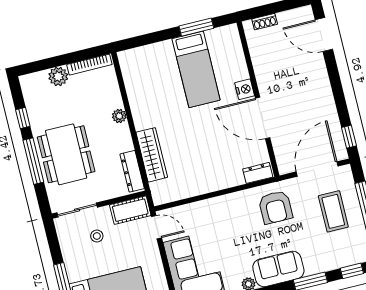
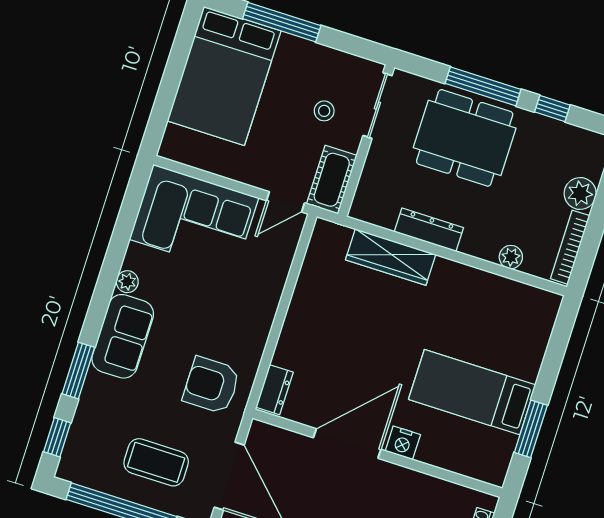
plant: (119, 116) -> (511, 257), moved
dresser: (132, 171) -> (429, 230), moved

